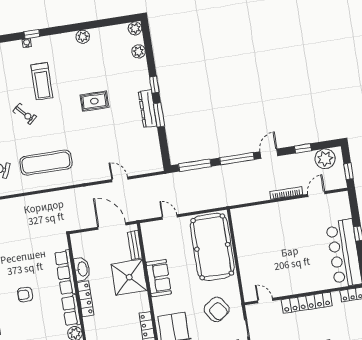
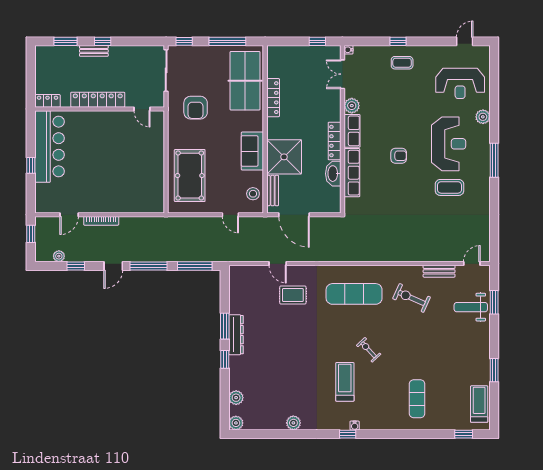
rug: (94, 101) -> (293, 295), moved
plant: (325, 159) -> (59, 256), width x0.53, depth x0.53
stool: (152, 239) -> (253, 194), added
pool table: (212, 247) -> (190, 176), width x0.73, depth x0.76
armchair: (217, 309) -> (196, 108), turned -145

